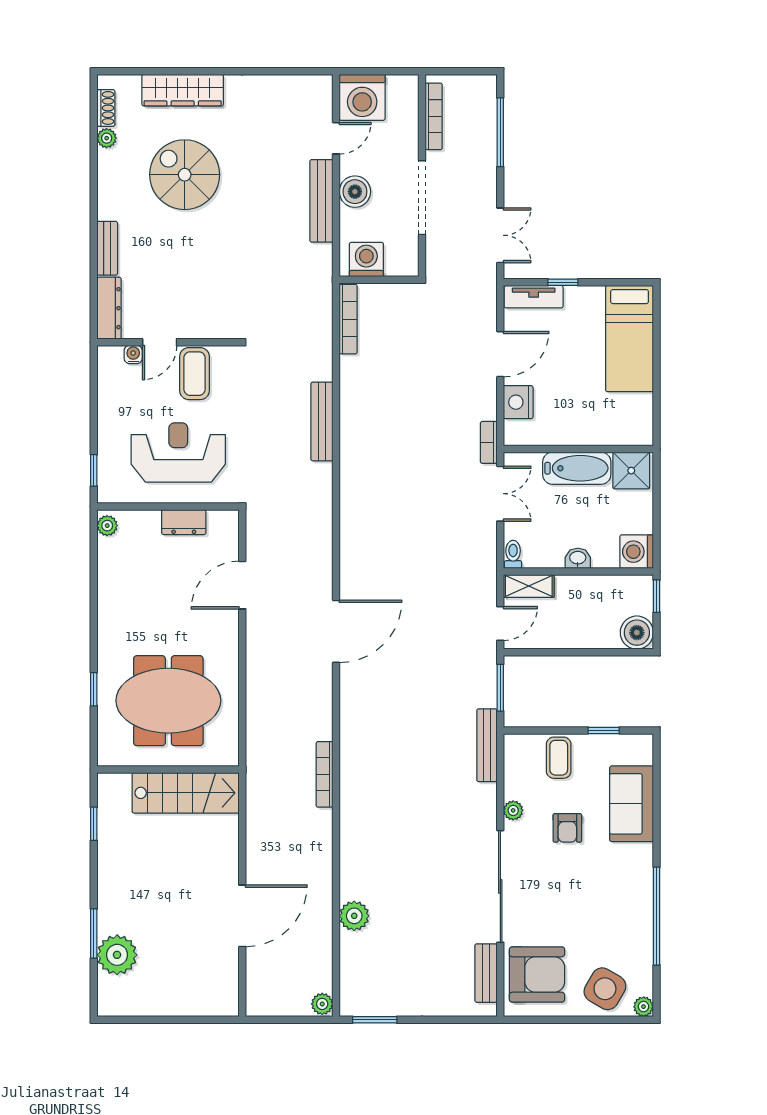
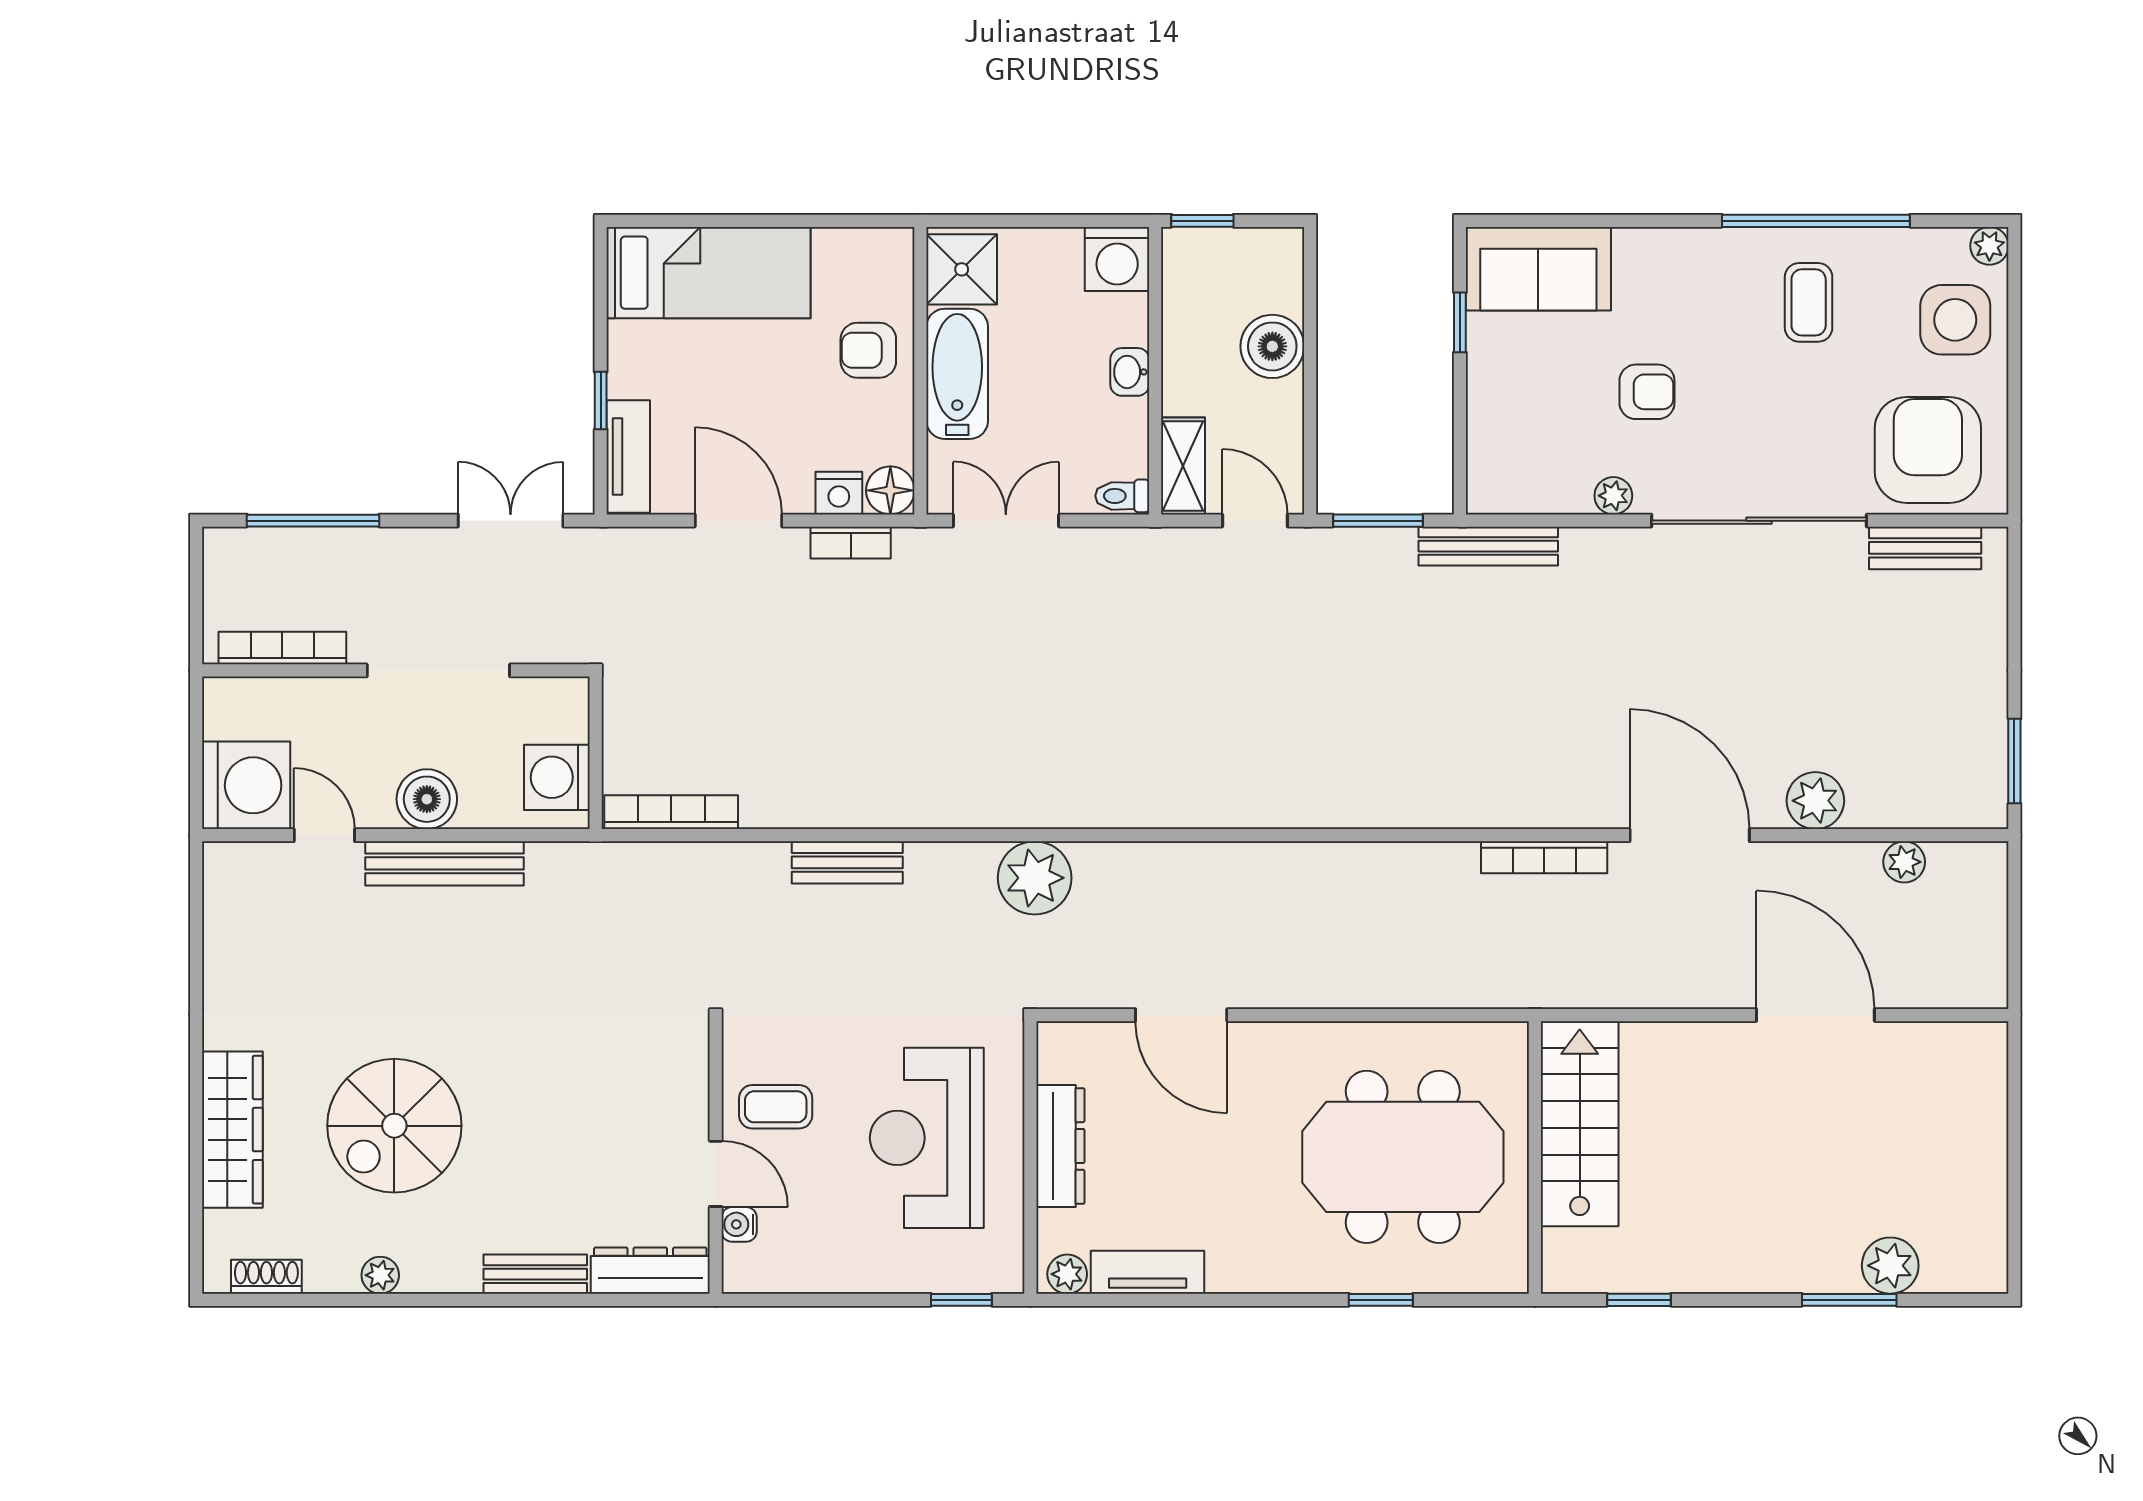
plant: (107, 138) -> (380, 1275), moved
coffee table: (194, 374) -> (776, 1107), width x0.73, depth x0.77
nightstand: (518, 402) -> (839, 493), width x0.74, depth x0.75
bench: (322, 421) -> (847, 862), width x0.73
armchair: (589, 422) -> (868, 350), added
floor lamp: (516, 433) -> (890, 490), added
bookcase: (489, 442) -> (851, 543), moved
plant: (314, 509) -> (1035, 878), added
dresser: (184, 522) -> (1060, 1146), width x1.44
tv unit: (108, 568) -> (1148, 1272), added
door: (336, 631) -> (1690, 835), moved
boiler: (637, 633) -> (1272, 346), moved
meeting table: (168, 701) -> (1403, 1157), turned 90
coffee table: (559, 758) -> (1809, 302), moved, turned 90
sofa: (632, 804) -> (1538, 269), moved
plant: (117, 955) -> (1890, 1266), width x0.73, depth x0.73
side table: (605, 989) -> (1955, 320), turned -30
plant: (322, 1004) -> (1904, 862), moved

